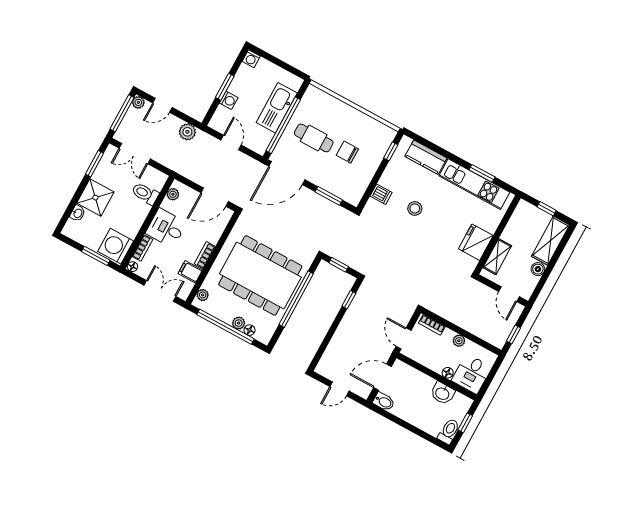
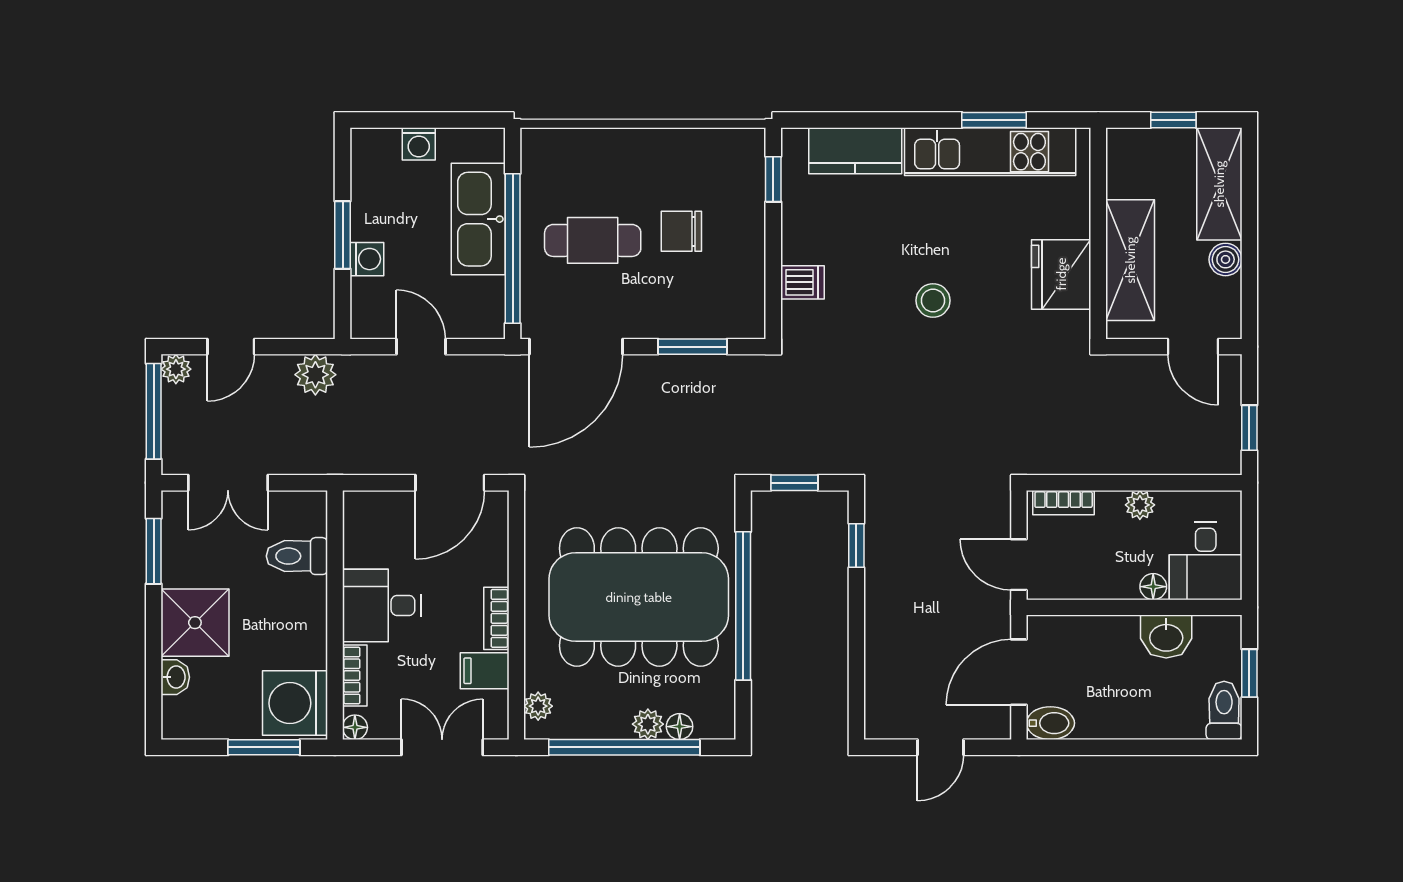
washing machine: (251, 59) -> (419, 144), moved
plant: (173, 194) -> (357, 525), removed
stool: (415, 208) -> (933, 300), moved
shelving: (497, 257) -> (1130, 260), width x1.50, depth x1.33

